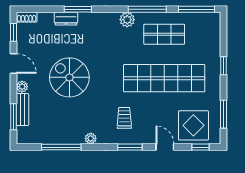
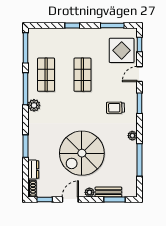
dresser: (66, 19) -> (33, 170), moved
spiral stairs: (69, 77) -> (82, 153), width x1.37, depth x1.37
shop shelf: (164, 78) -> (82, 75), width x0.50, depth x0.74

